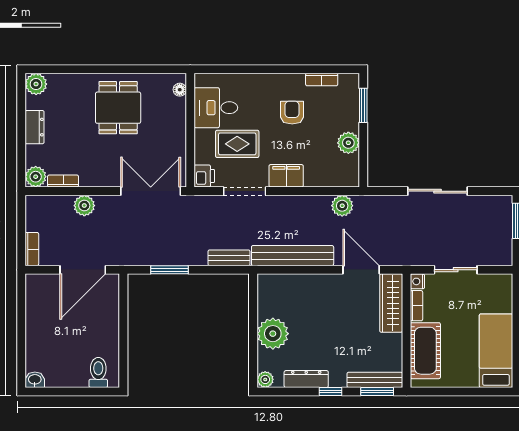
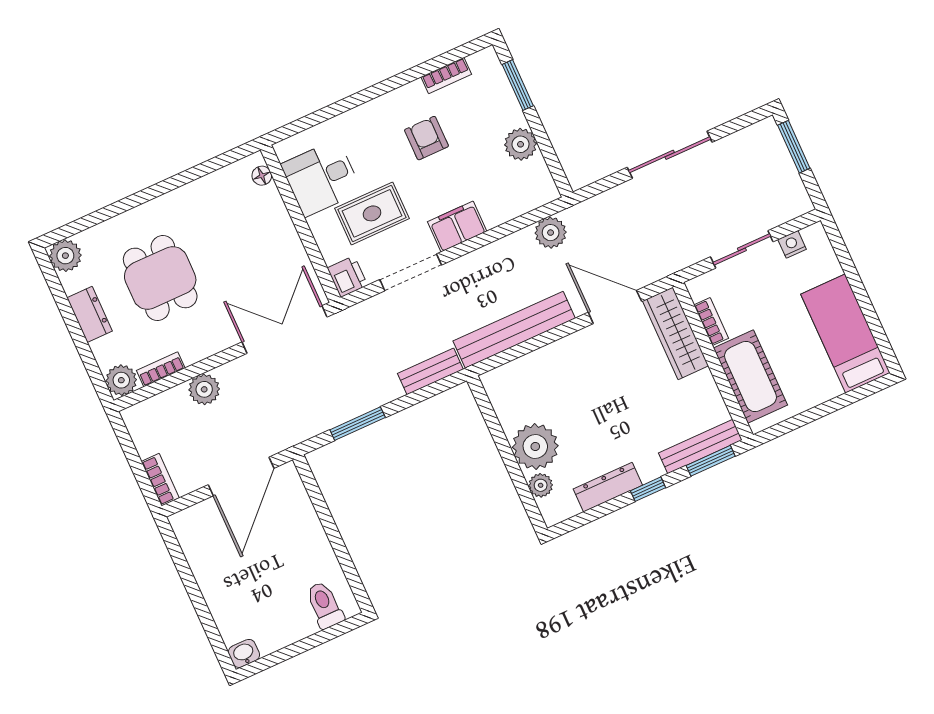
dining table: (118, 108) -> (160, 278), moved
nightstand: (417, 281) -> (792, 244), moved, turned 90
plant: (265, 379) -> (541, 485), moved

